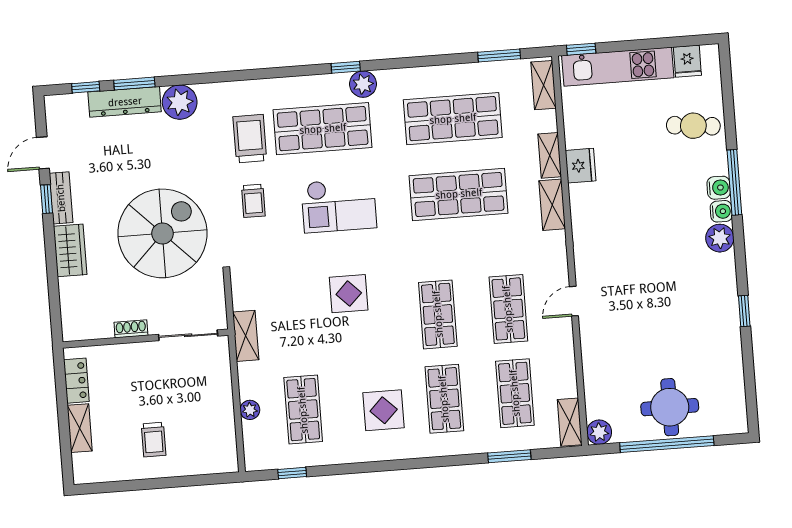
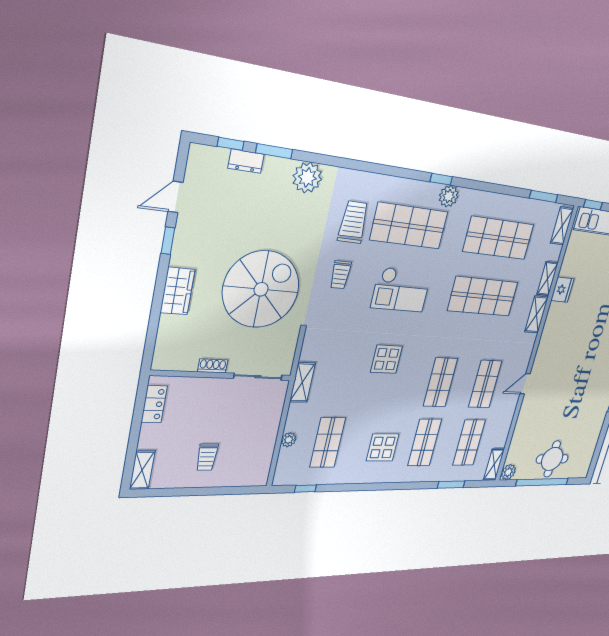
dresser: (125, 102) -> (246, 161), width x0.51, depth x0.80
bench: (61, 198) -> (182, 242), removed
shelving: (80, 428) -> (142, 470), moved

